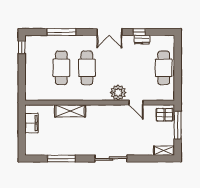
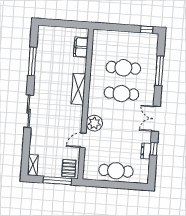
shelving: (70, 111) -> (78, 89), moved
filing cabinet: (31, 123) -> (81, 47), moved, turned 90

